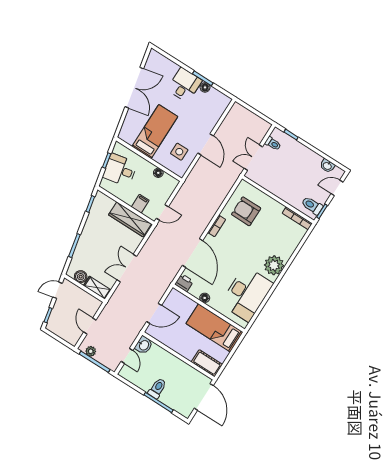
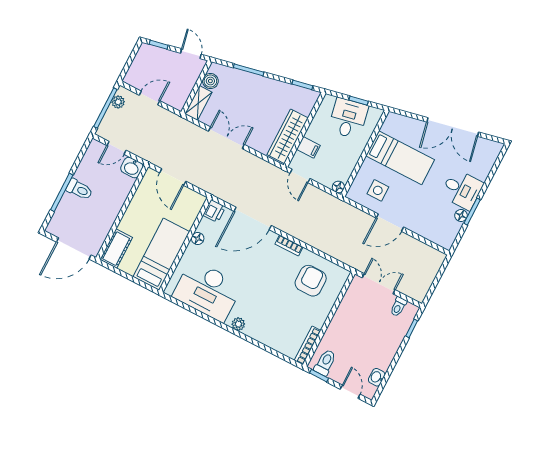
floor lamp: (158, 173) -> (338, 187), moved
plant: (274, 265) -> (238, 324), width x0.53, depth x0.53

